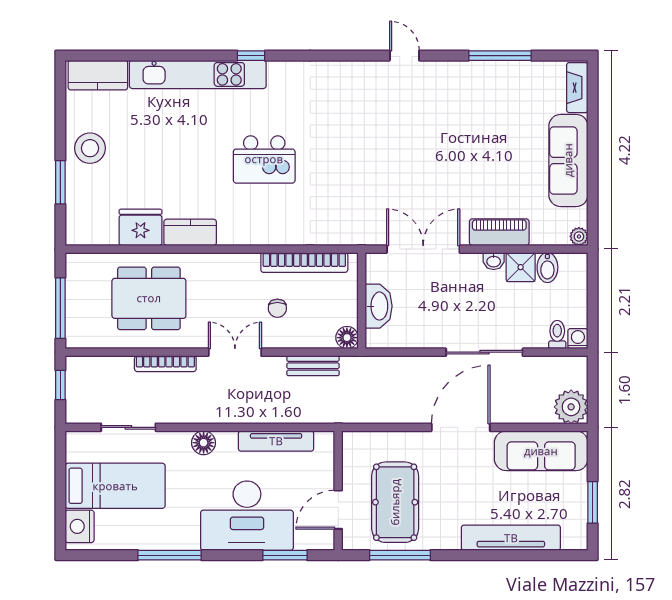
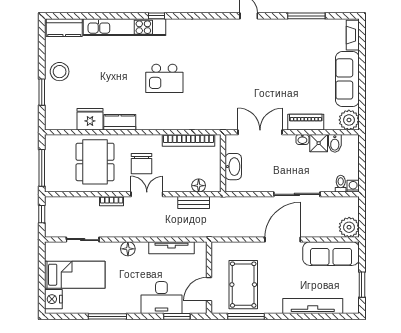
plant: (579, 236) -> (349, 120), width x1.88, depth x1.88
dining table: (149, 298) -> (95, 162), turned 90
chair: (277, 308) -> (141, 164), moved, width x1.87, depth x1.87
floor lamp: (347, 338) -> (199, 186), moved
bookcase: (165, 364) -> (112, 201), width x0.64
desk: (247, 516) -> (161, 298), width x0.73, depth x0.77

